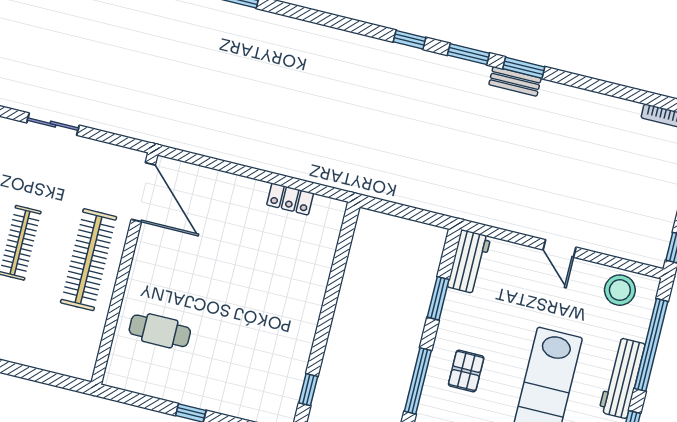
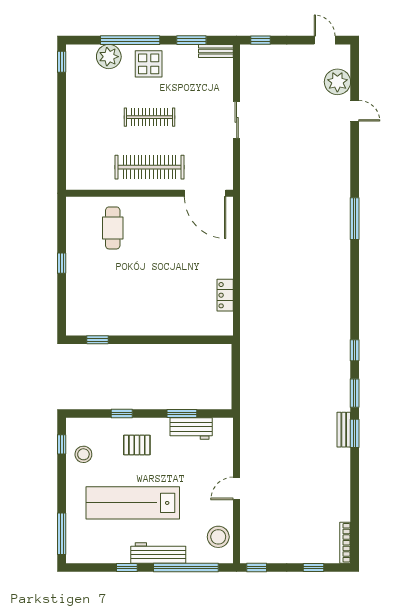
door: (143, 192) -> (205, 193), hinge flipped
workbench: (469, 262) -> (191, 429), moved
window: (418, 381) -> (122, 413), width x0.46

